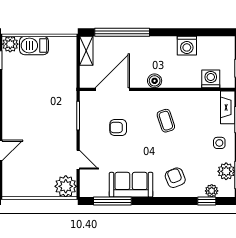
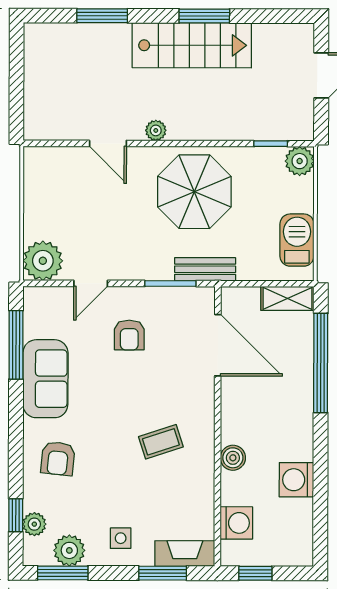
barbecue: (34, 46) -> (297, 240), moved
boiler: (155, 81) -> (233, 458), moved
bench: (70, 96) -> (205, 269), added
parasol: (27, 102) -> (194, 192), added
armchair: (118, 128) -> (129, 335), moved, turned 180
armchair: (175, 178) -> (58, 458), turned 118

